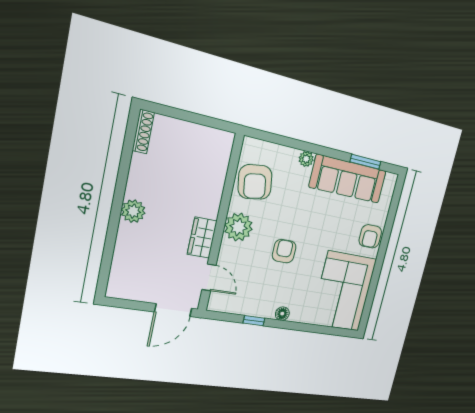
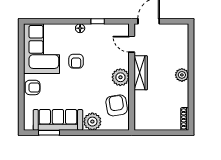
plant: (306, 159) -> (92, 122), width x1.87, depth x1.87
armchair: (370, 236) -> (33, 87), turned 90
wardrobe: (202, 238) -> (141, 73), width x1.50
armchair: (284, 251) -> (76, 61), moved

